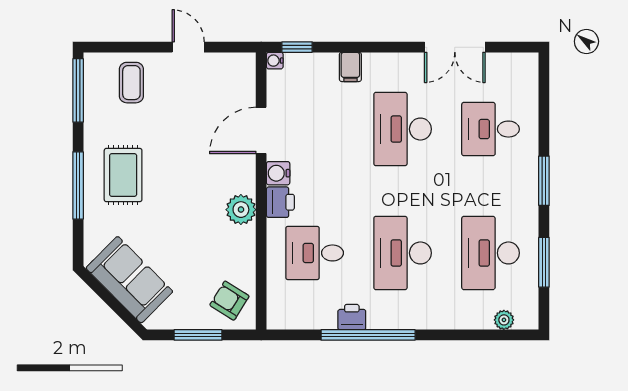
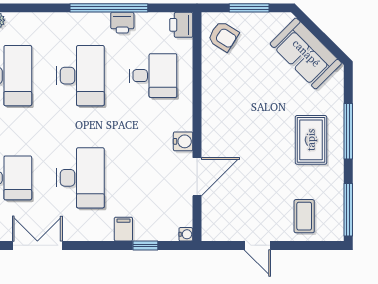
window: (297, 47) -> (145, 245), moved
printer: (280, 202) -> (181, 25), moved
plant: (241, 210) -> (214, 111), removed

